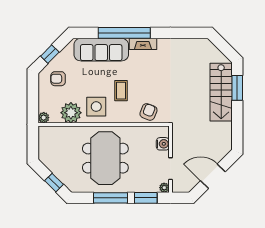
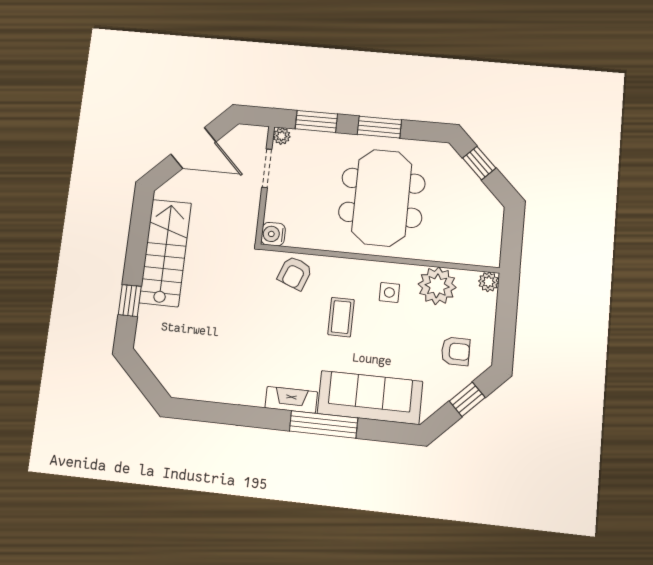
window: (124, 33) -> (324, 424), width x0.68
window: (237, 88) -> (130, 301), width x0.67
stairs: (221, 92) -> (165, 253), moved
side table: (96, 107) -> (389, 292), width x0.54, depth x0.54
water cooler: (163, 144) -> (273, 234), moved
window: (111, 198) -> (379, 127), width x0.69

